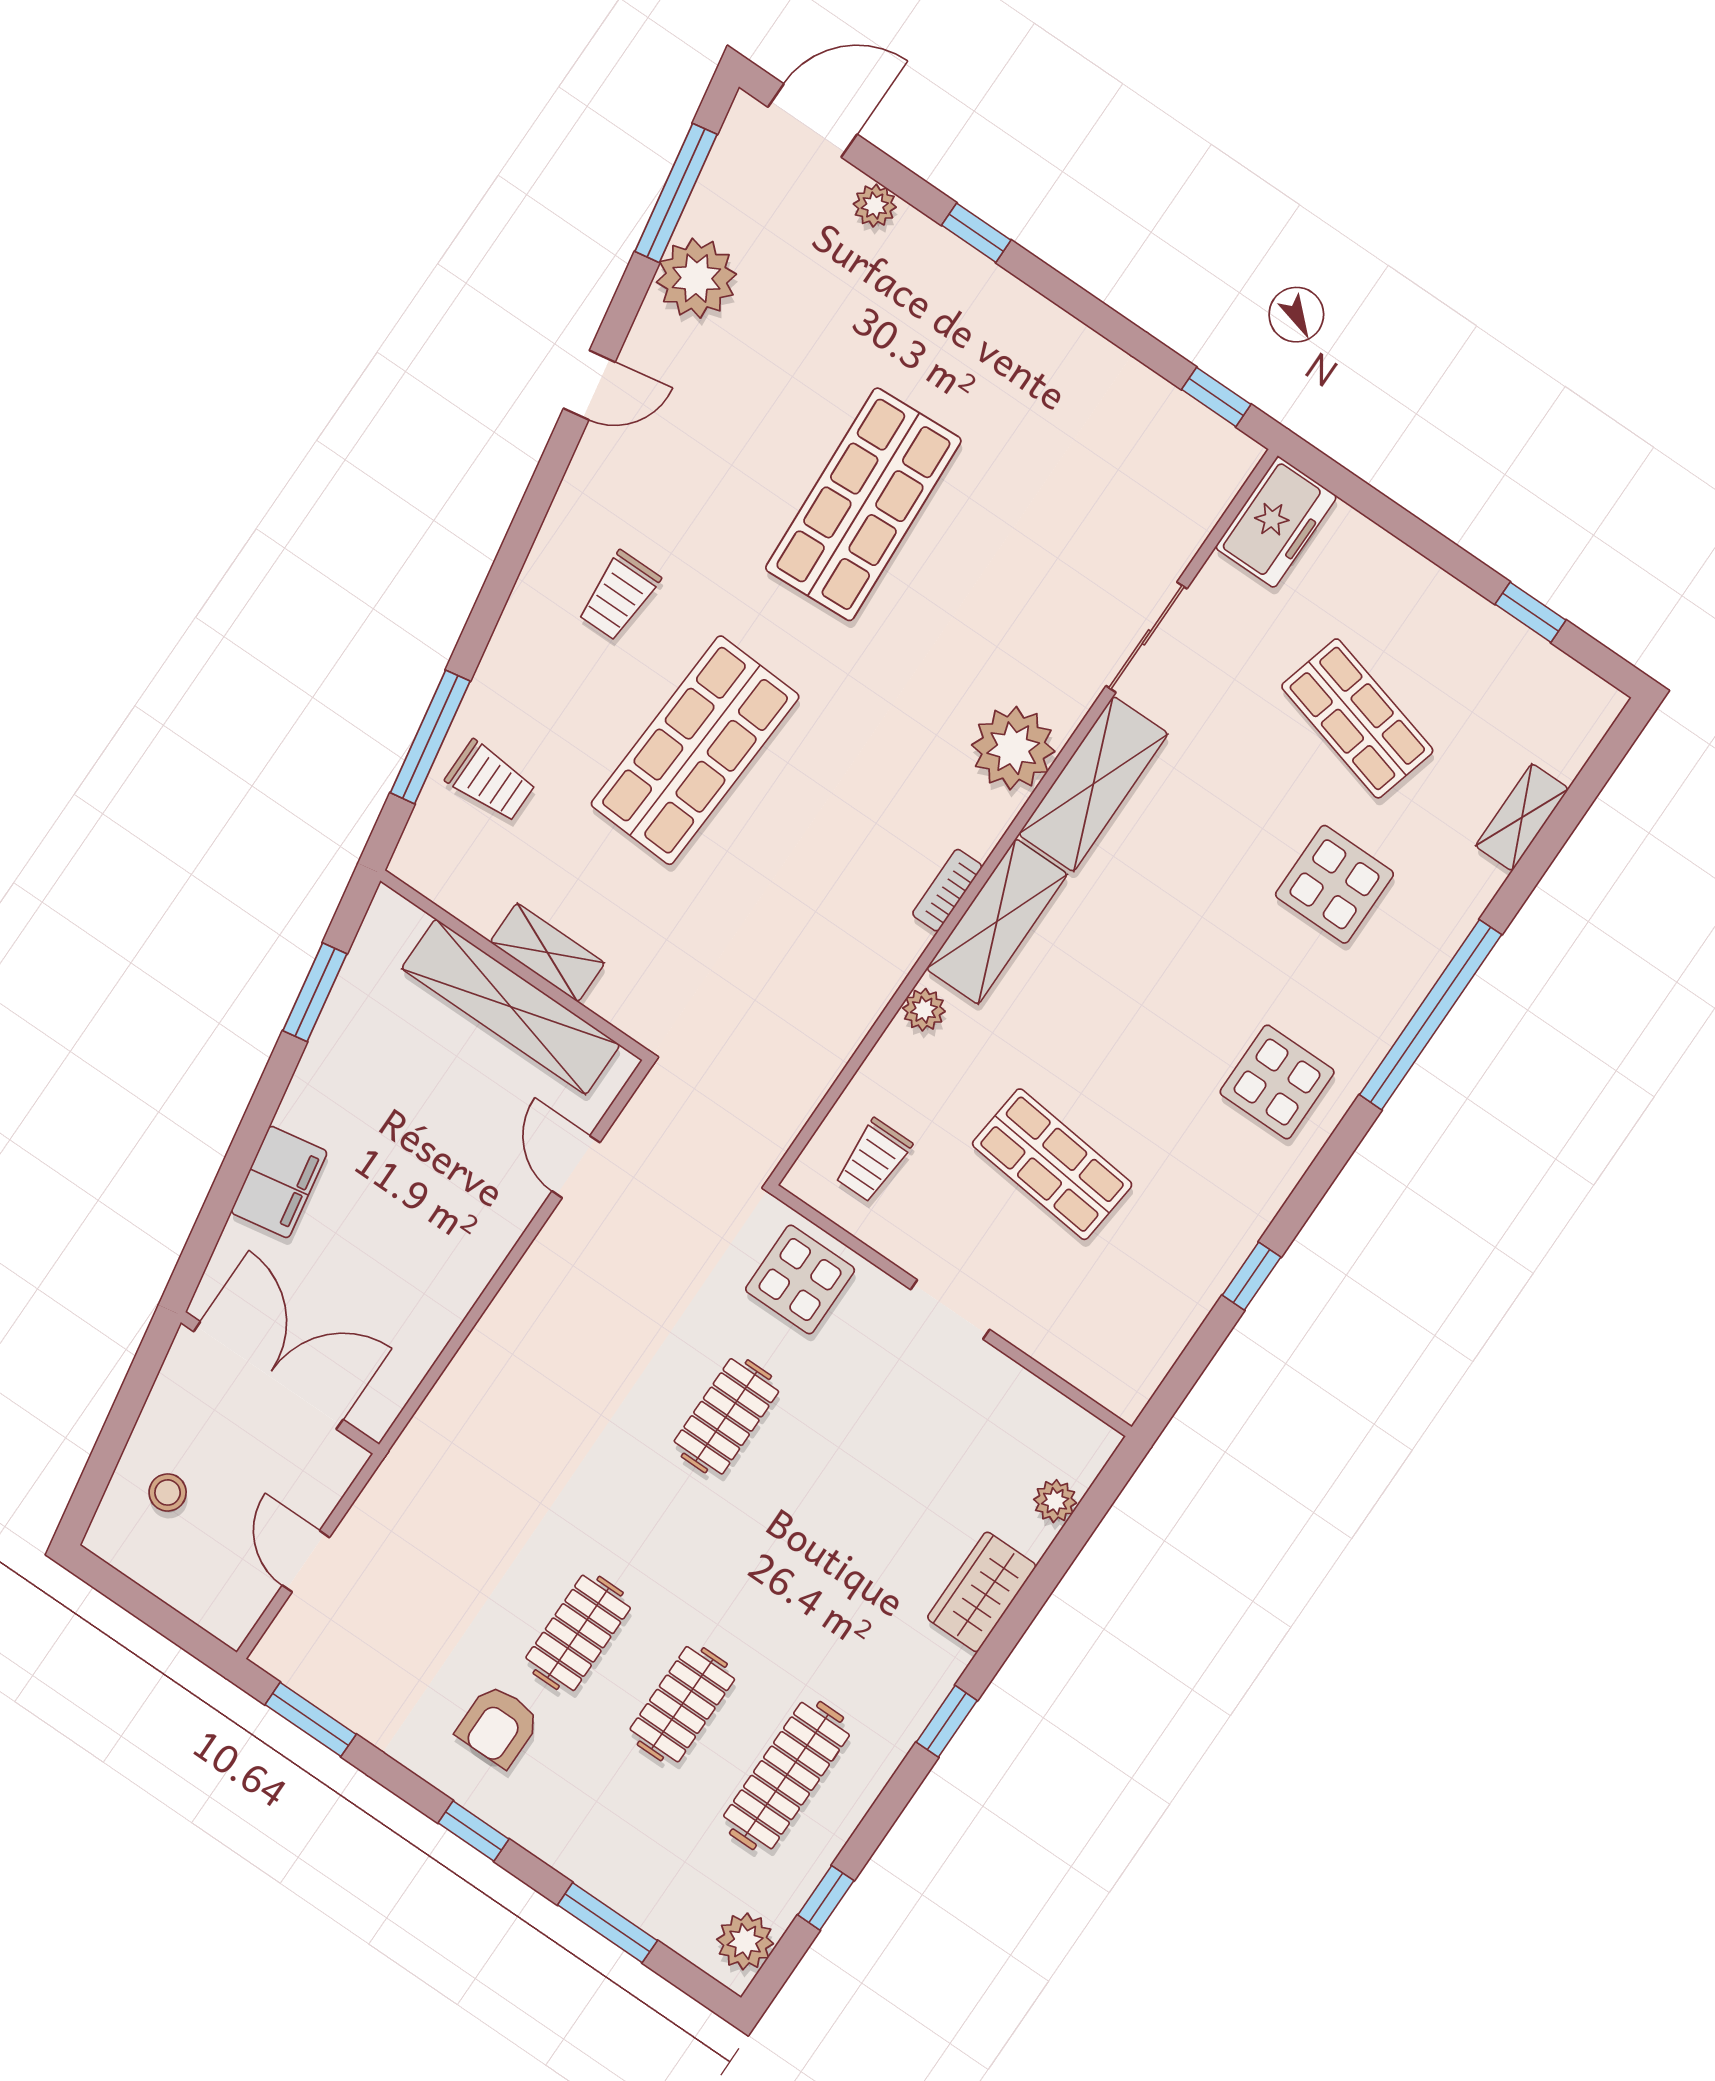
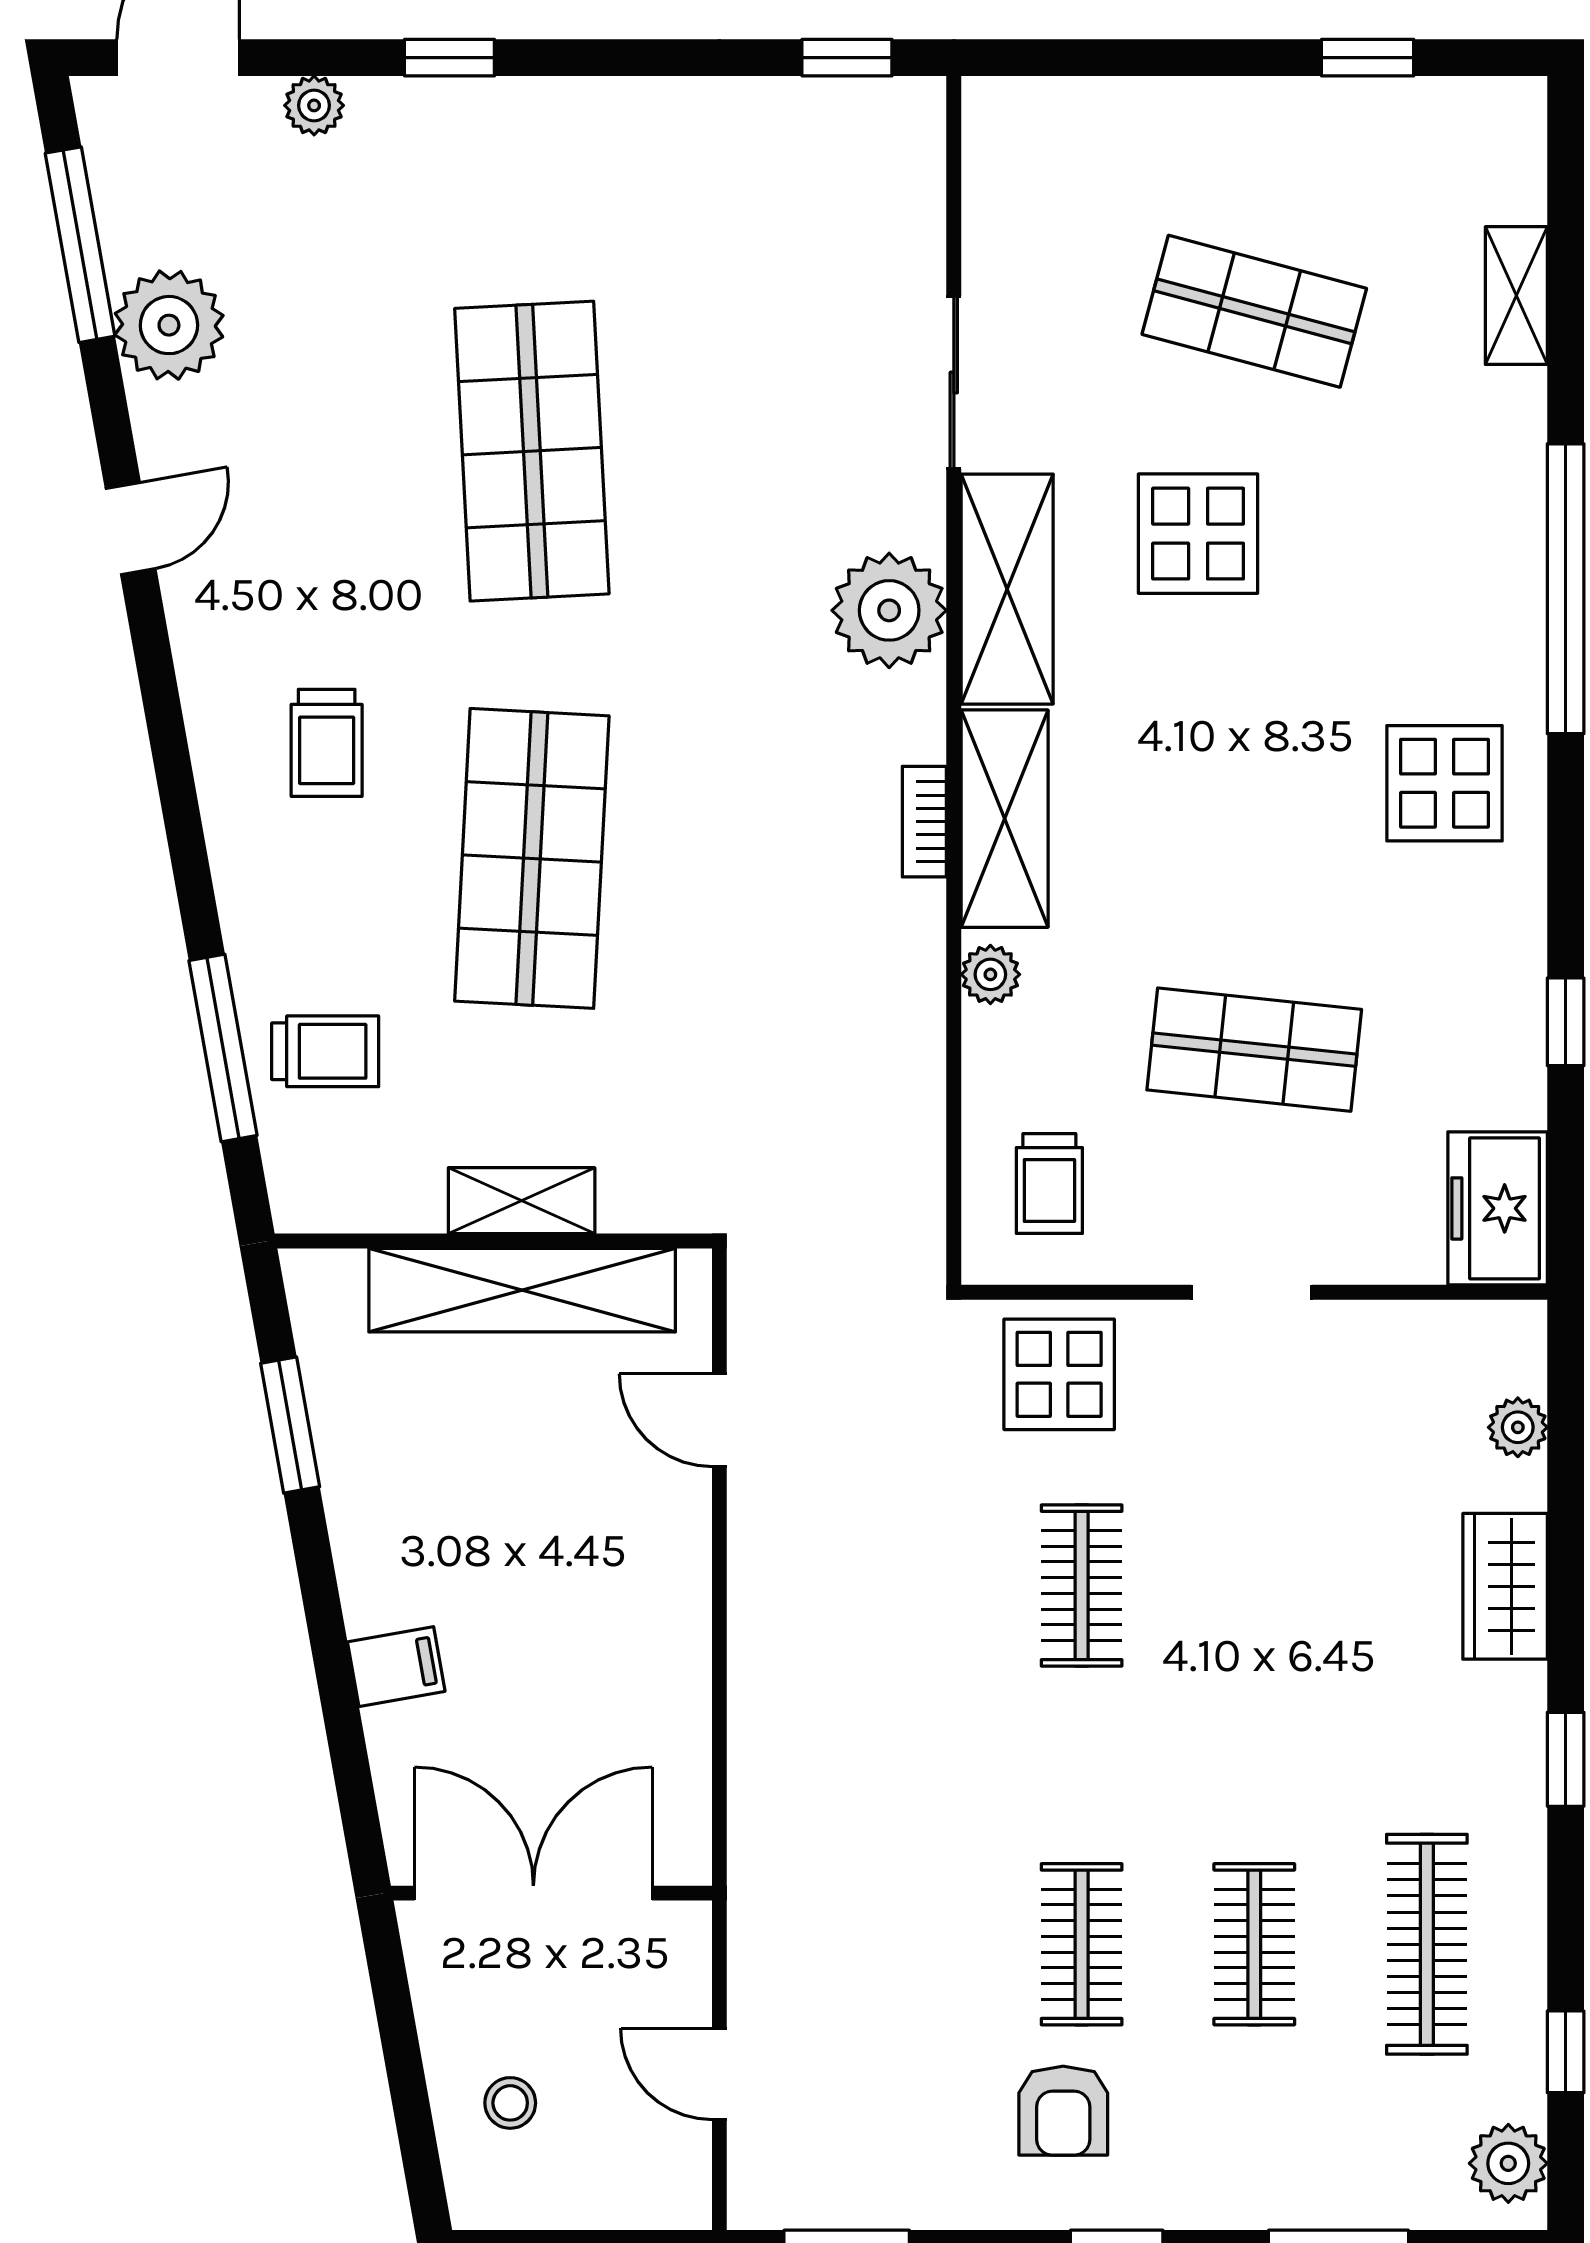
freezer: (1276, 522) -> (1498, 1208), moved, turned 180
display table: (1334, 884) -> (1198, 534), moved
filing cabinet: (279, 1182) -> (396, 1667), width x0.50

